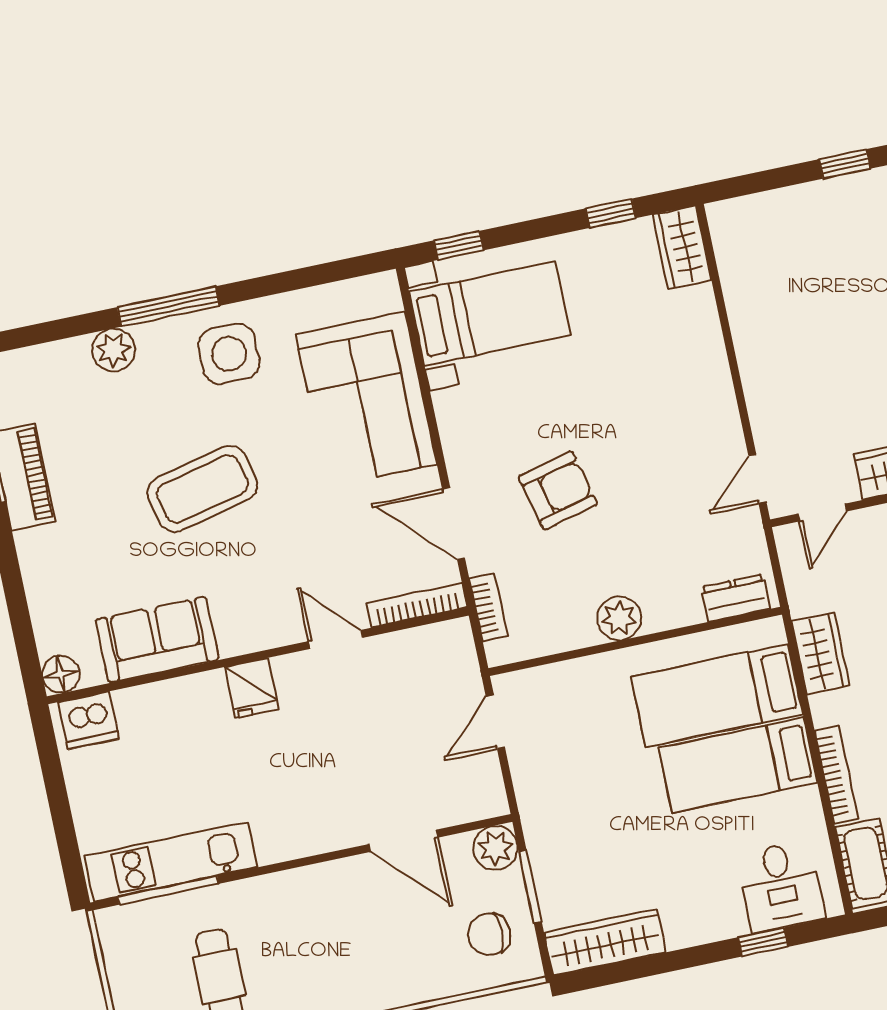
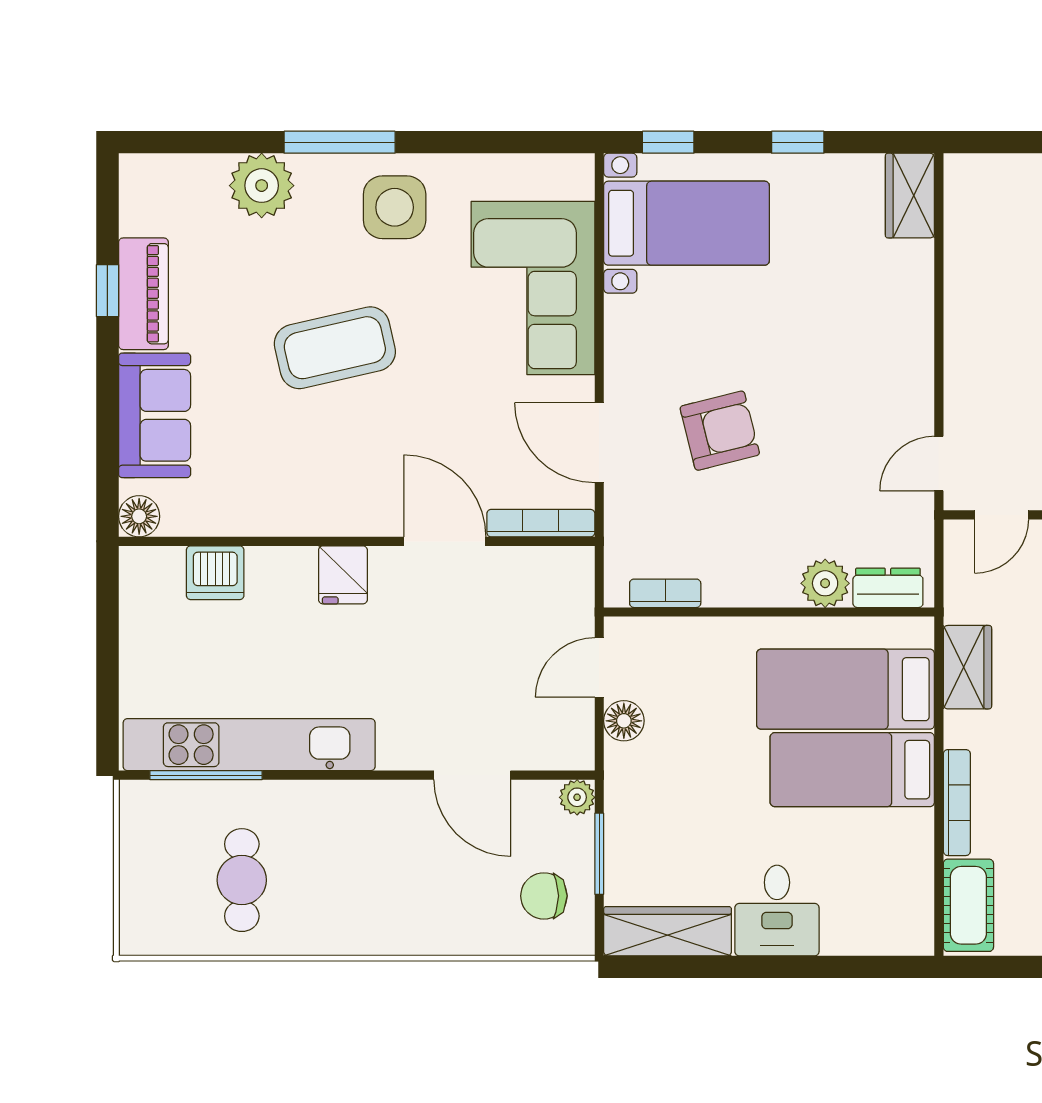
window: (611, 213) -> (798, 142), moved
plant: (114, 350) -> (262, 186), width x1.36, depth x1.36
bookcase: (488, 607) -> (665, 593), moved, turned -90
plant: (619, 618) -> (825, 583), moved
door: (336, 639) -> (445, 541), width x1.38
sofa: (157, 640) -> (155, 415), moved, turned 90
dishwasher: (88, 720) -> (215, 573), moved
floor lamp: (527, 765) -> (624, 721), added
plant: (495, 848) -> (577, 797), width x0.73, depth x0.73
kitchen unit: (171, 862) -> (249, 745), width x1.36
desk: (781, 886) -> (777, 911), moved
window: (763, 942) -> (839, 967), removed

